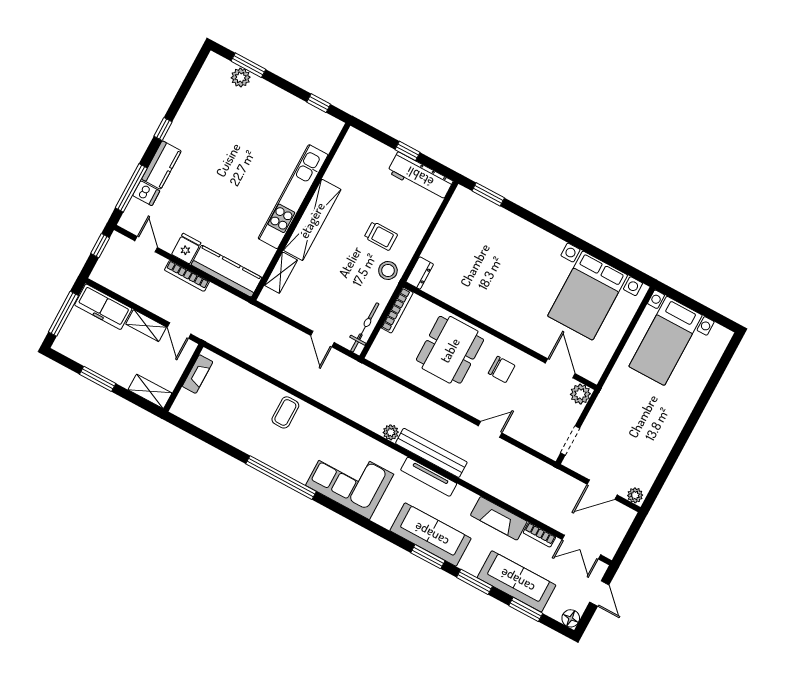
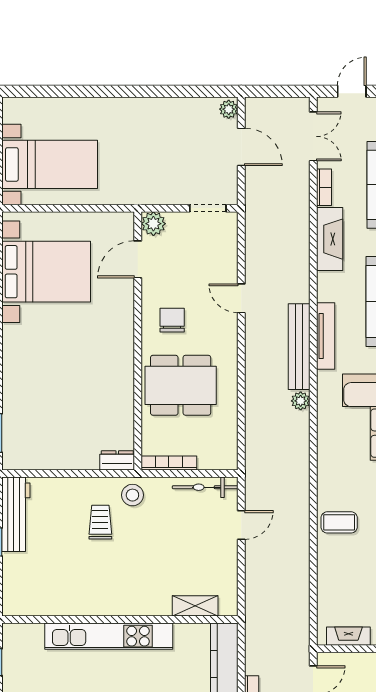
shelving: (312, 220) -> (122, 603), removed

